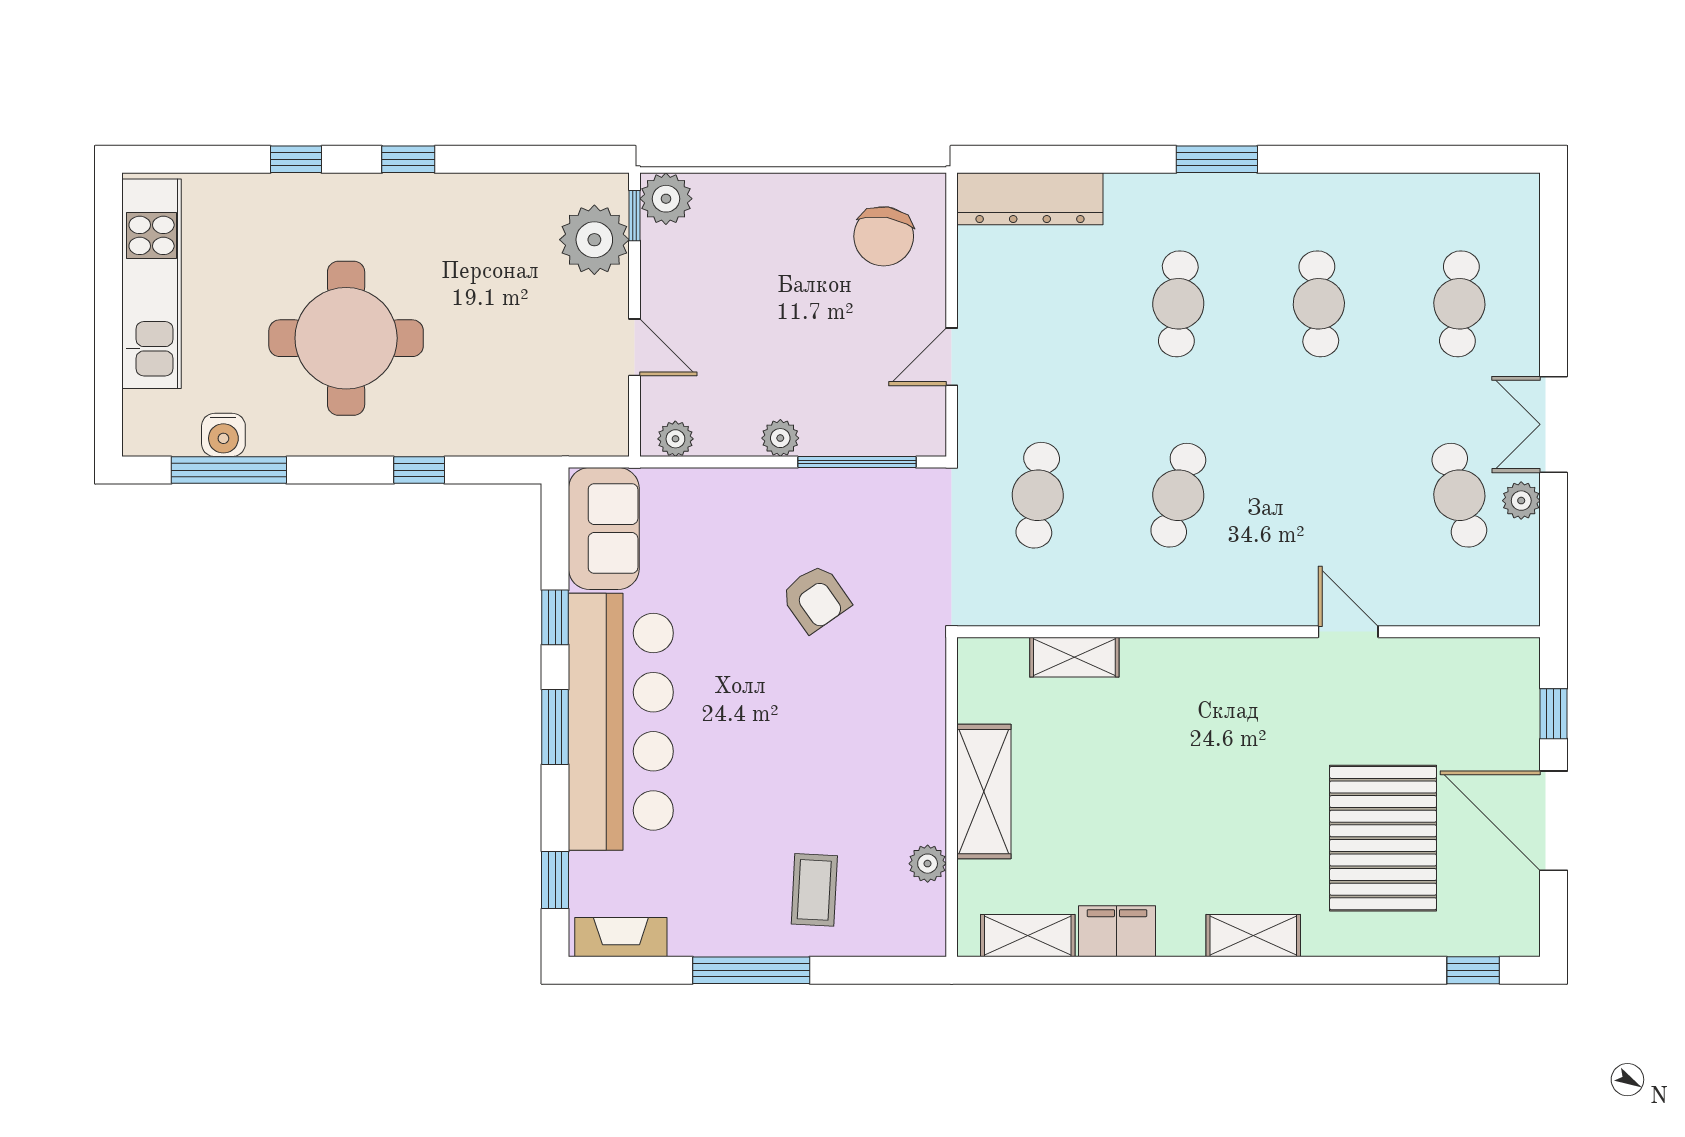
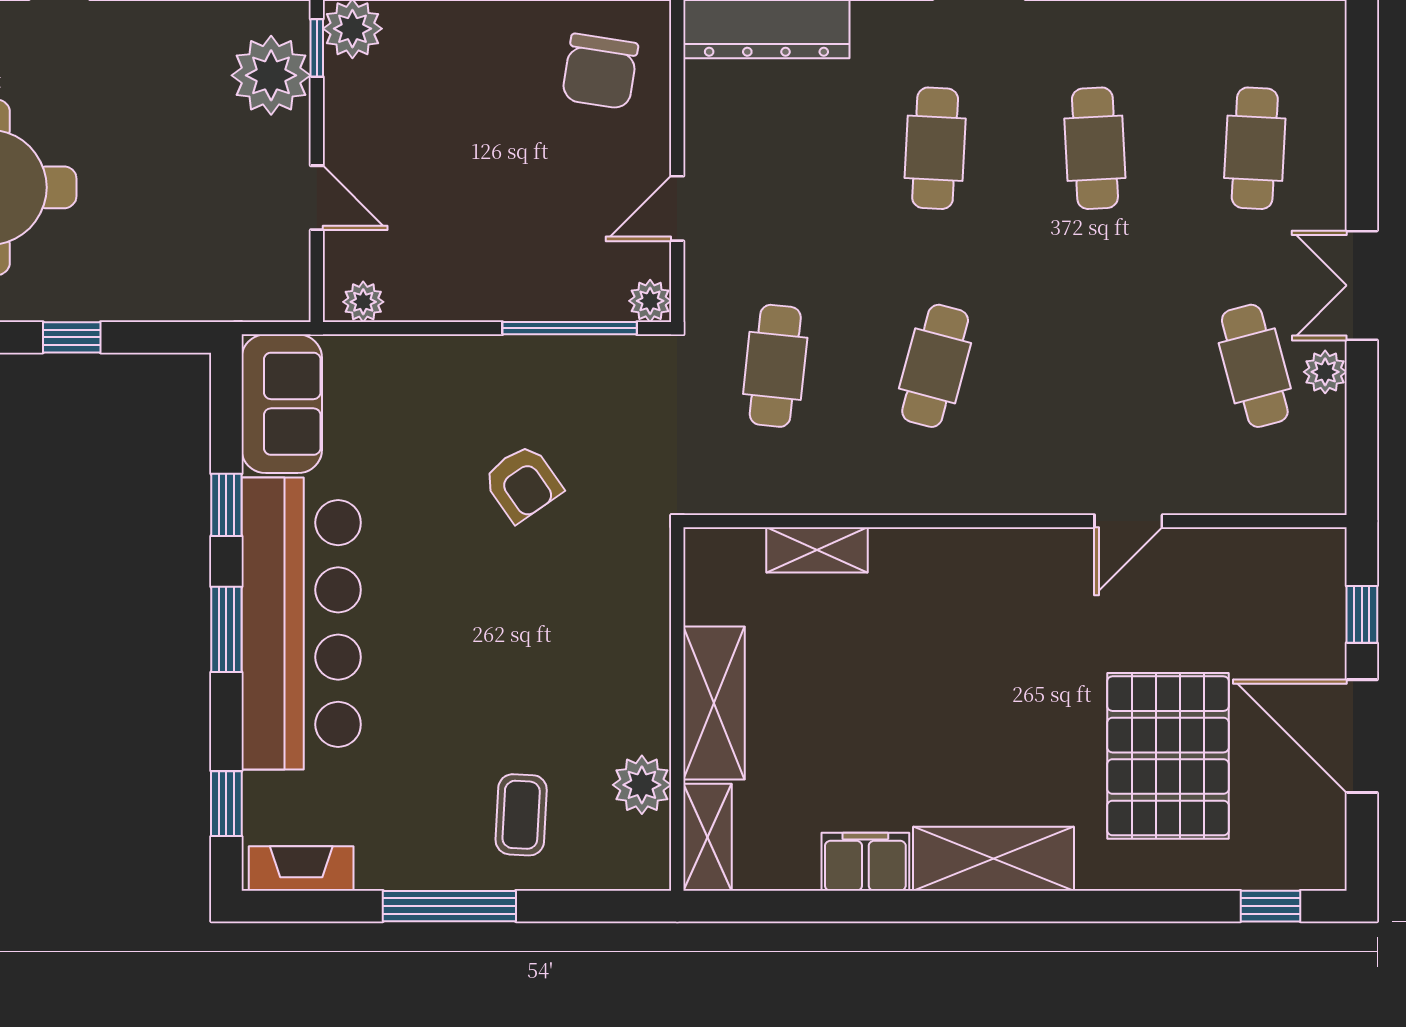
plant: (780, 438) -> (650, 301), moved
door: (1348, 632) -> (1128, 521), swing flipped
plant: (928, 864) -> (642, 785), width x1.38, depth x1.38
shelving: (1028, 936) -> (708, 837), moved, turned 90
shelving: (1253, 936) -> (993, 859), width x1.50, depth x1.33

